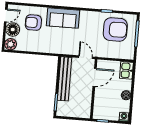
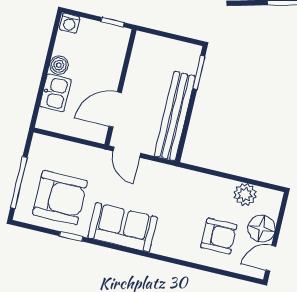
sofa: (63, 18) -> (123, 227), moved
armchair: (115, 29) -> (60, 198), turned 180
plant: (11, 44) -> (245, 195), moved
kitchen sink: (126, 70) -> (55, 93), moved

